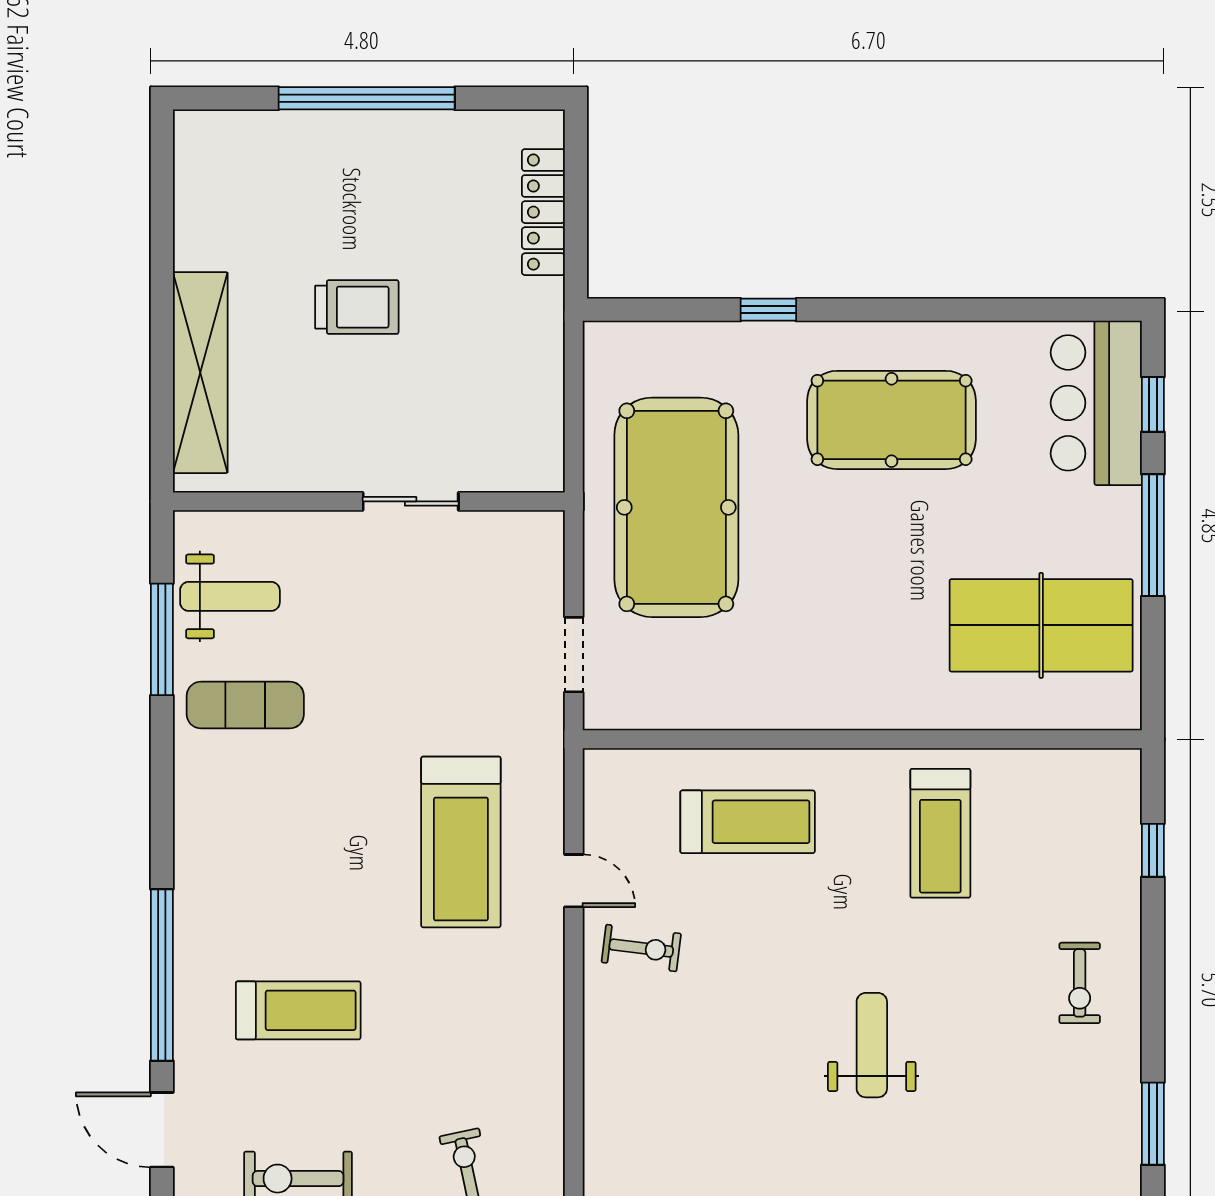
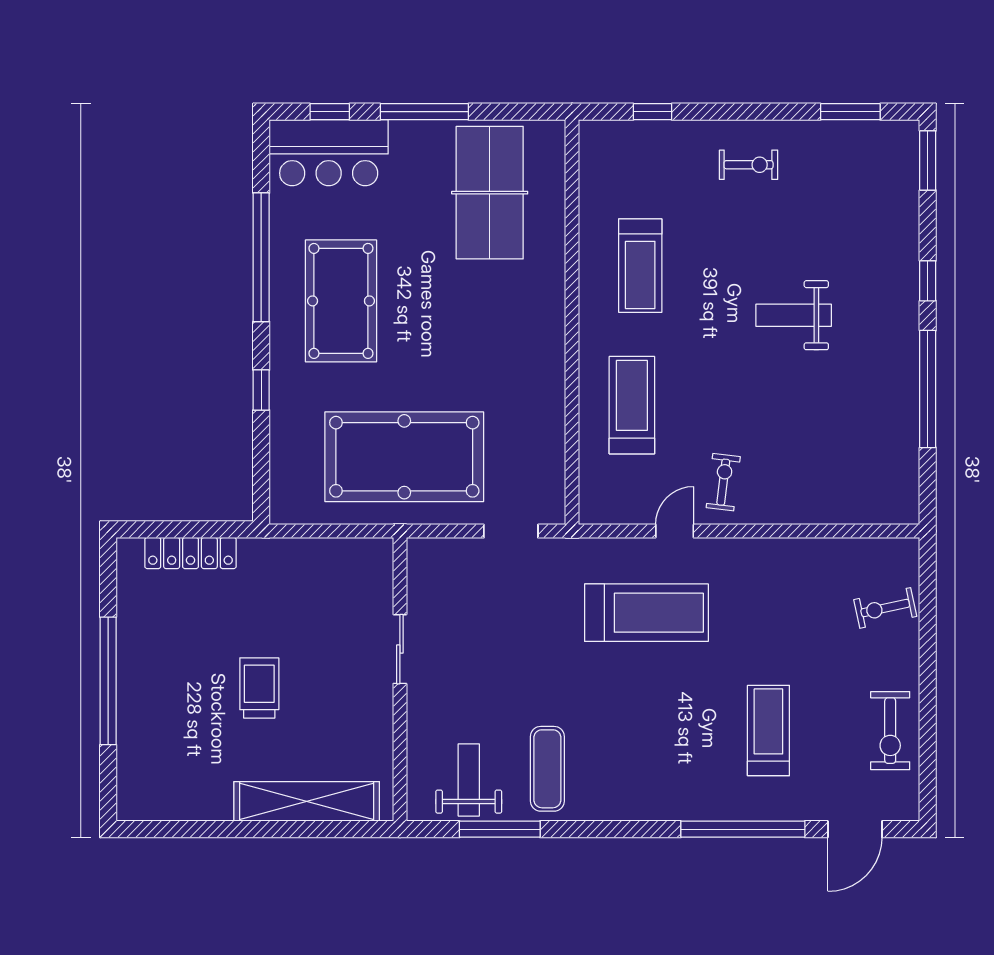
window: (952, 310) -> (261, 257), added
treadmill: (940, 833) -> (640, 266), turned 90

